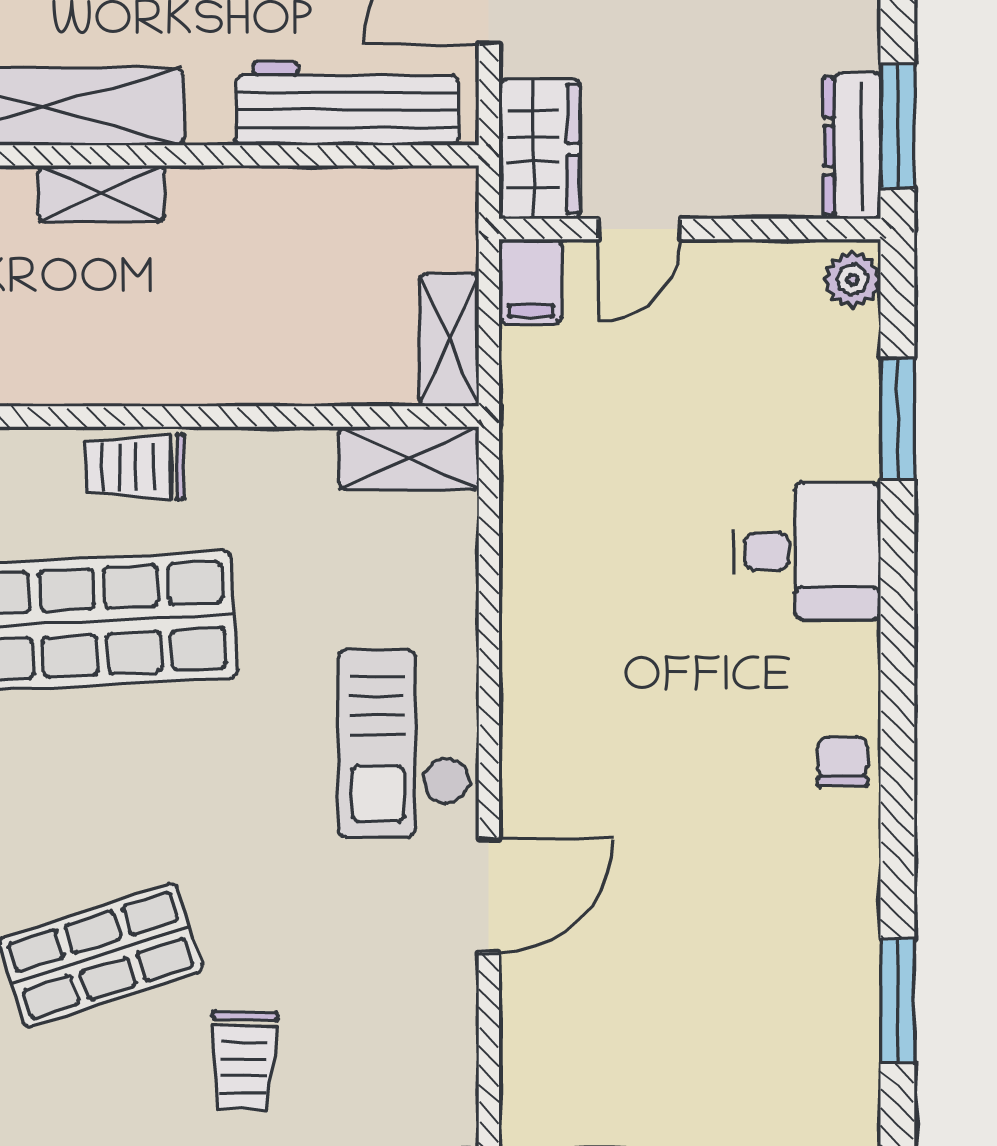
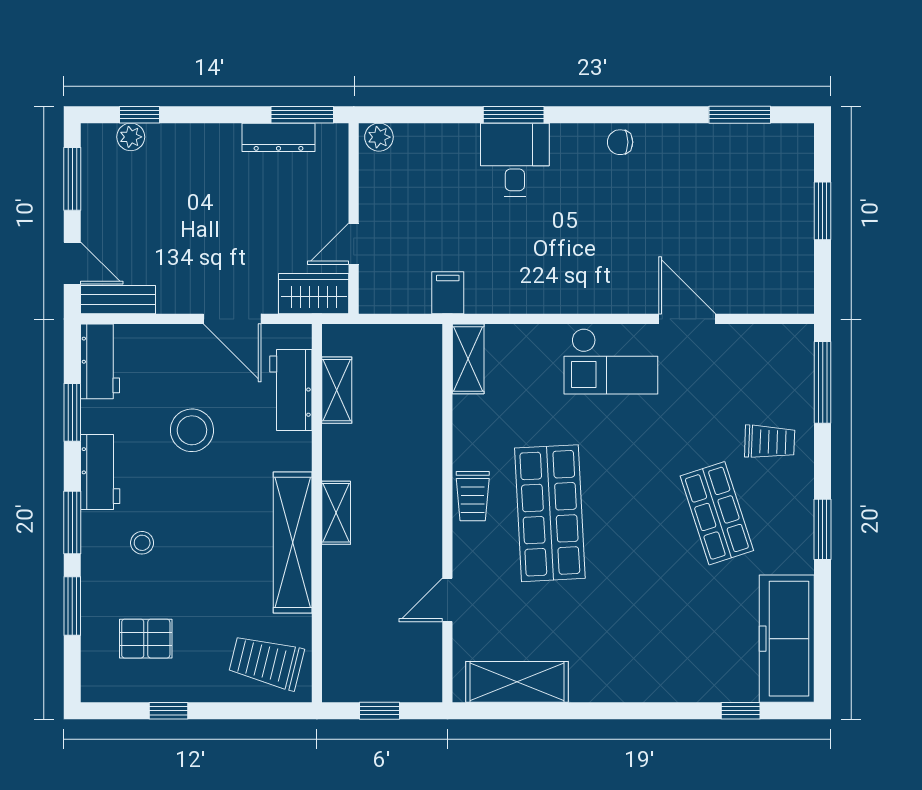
workbench: (347, 103) -> (291, 390), width x0.73
dresser: (852, 146) -> (279, 137), moved
door: (639, 229) -> (354, 244), swing flipped
filing cabinet: (531, 281) -> (448, 293), moved, turned -90
shelving: (449, 340) -> (337, 390), moved, turned 90
window: (897, 419) -> (514, 115), moved

